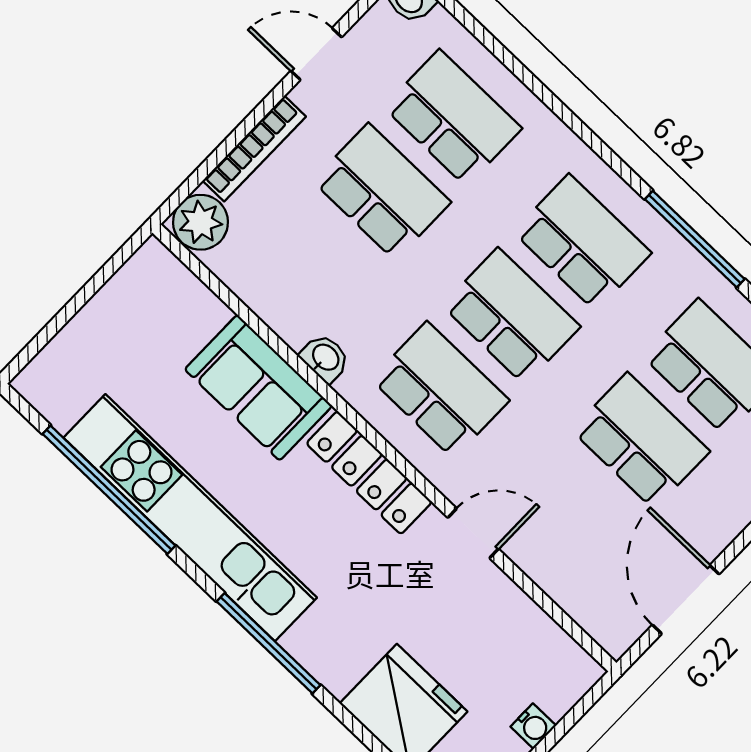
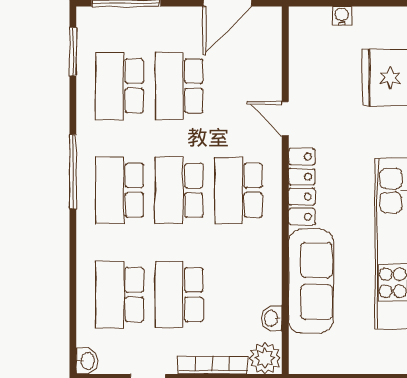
window: (695, 239) -> (73, 172), moved
washbasin: (325, 358) -> (272, 318), moved
sofa: (258, 388) -> (311, 281), width x1.36

